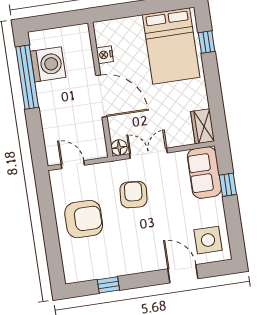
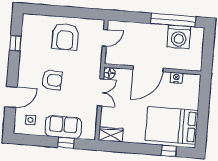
sofa: (204, 173) -> (63, 127), moved
armchair: (133, 195) -> (52, 80), moved
side table: (208, 240) -> (31, 120), width x0.54, depth x0.54

